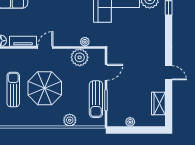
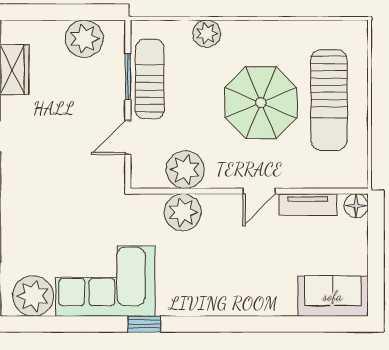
plant: (85, 42) -> (183, 212), width x1.88, depth x1.88
sun lounger: (13, 90) -> (329, 100), width x1.36, depth x1.34
plant: (130, 122) -> (84, 39), width x1.88, depth x1.88

